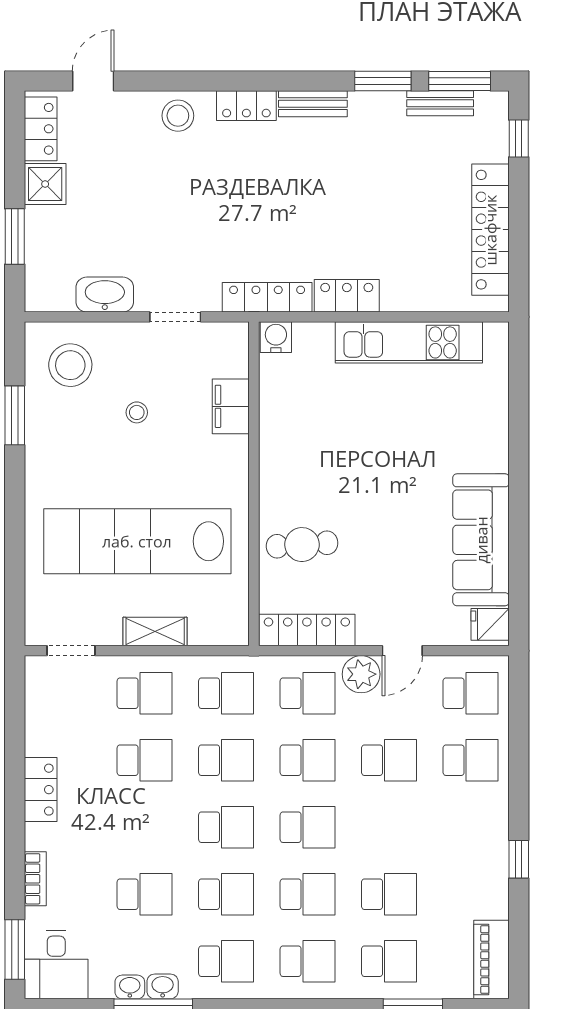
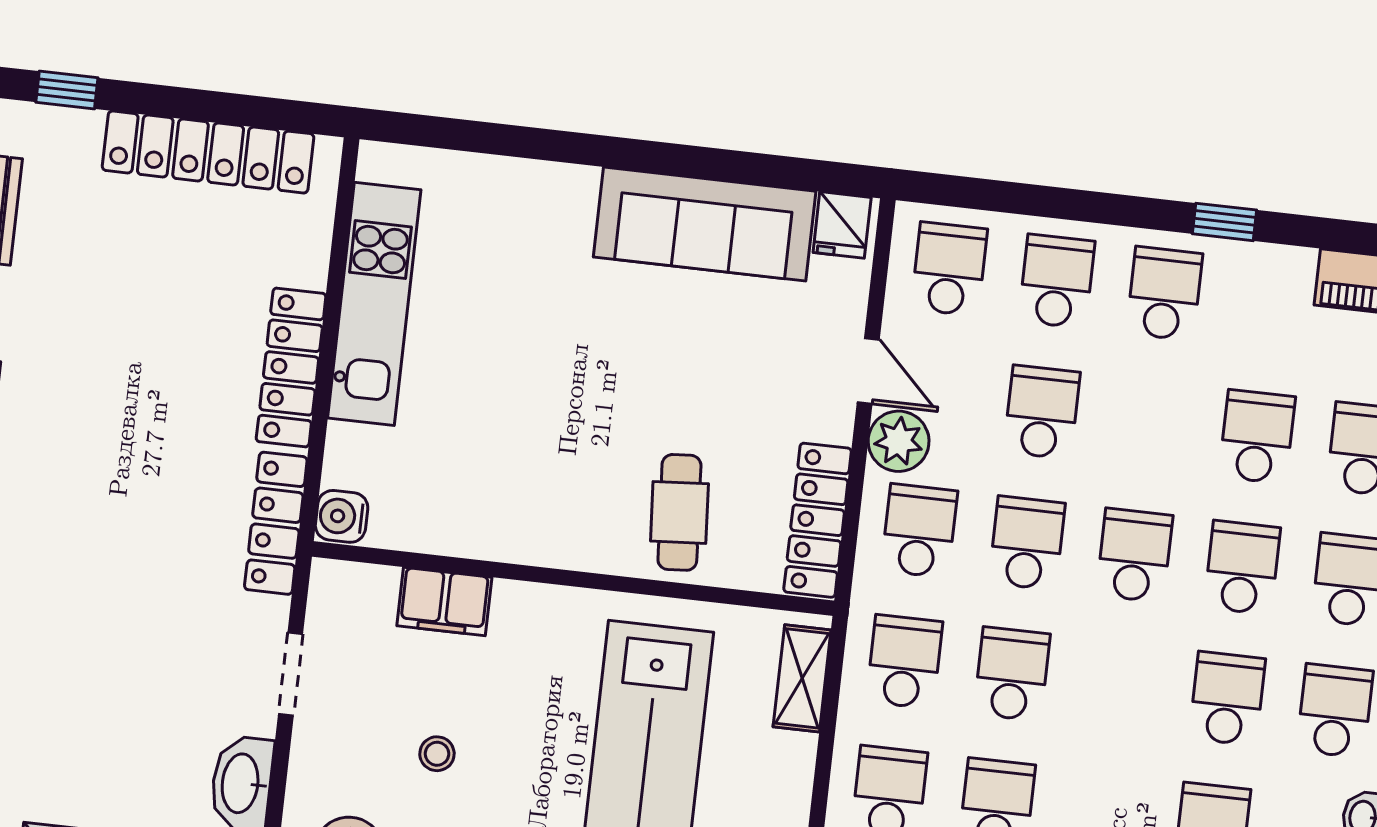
locker: (347, 296) -> (291, 368), width x1.53
shelving: (155, 632) -> (802, 678), moved
school desk: (226, 827) -> (1164, 294), moved

